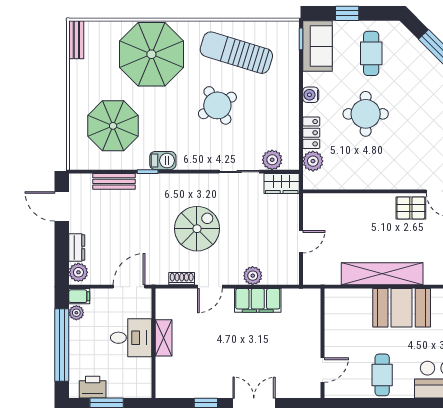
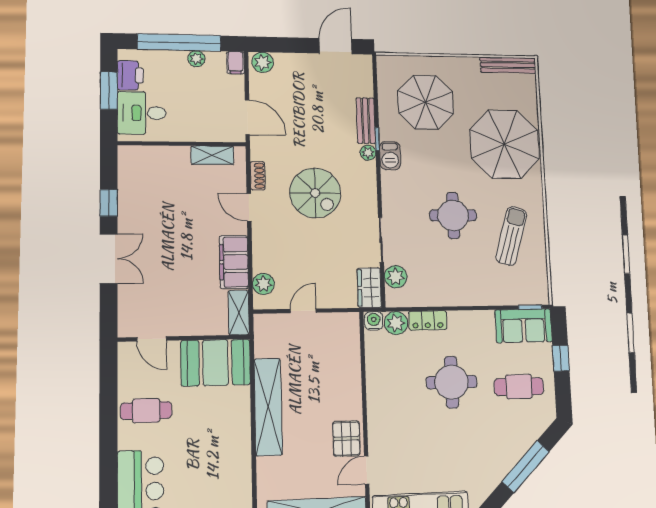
bench: (76, 40) -> (508, 65), width x1.36
sun lounger: (236, 53) -> (511, 236), width x0.73, depth x0.75
water cooler: (311, 95) -> (374, 321), moved
round table: (217, 105) -> (453, 215), turned 31
plant: (160, 180) -> (368, 153), added
bench: (114, 181) -> (366, 121), moved
door: (301, 242) -> (303, 311), swing flipped
dresser: (77, 247) -> (290, 61), removed
plant: (253, 276) -> (263, 284), moved
shelving: (302, 297) -> (239, 313), added
booth: (402, 308) -> (216, 363), moved, turned 90
plant: (76, 313) -> (196, 59), moved
desk: (131, 338) -> (142, 113), moved, turned 90
shelving: (164, 338) -> (212, 155), moved

